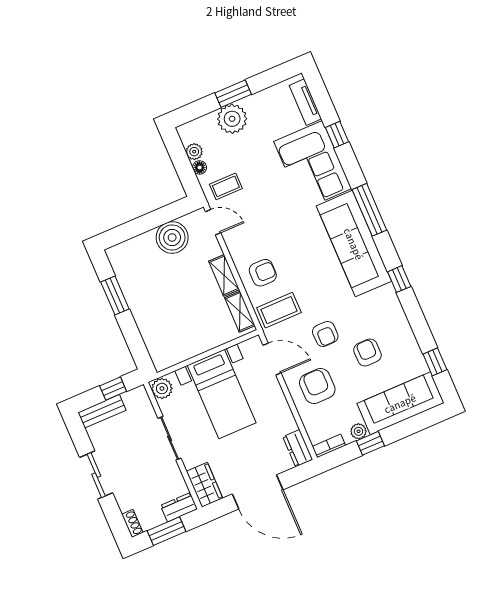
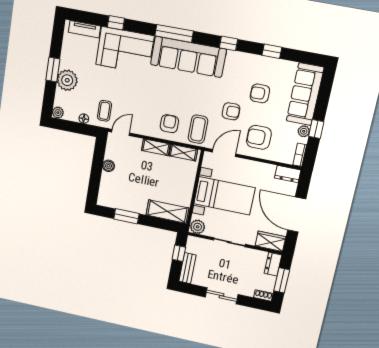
plant: (194, 152) -> (58, 113), moved
boiler: (172, 237) -> (108, 166), width x0.54, depth x0.54
shelving: (156, 340) -> (167, 211), added
window: (435, 362) -> (272, 51), moved
door: (258, 492) -> (297, 215), swing flipped

